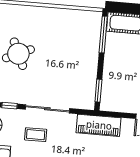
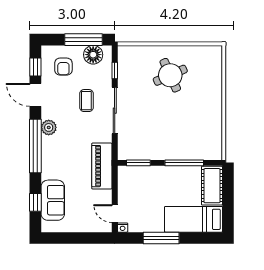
window: (103, 34) -> (184, 163), moved

